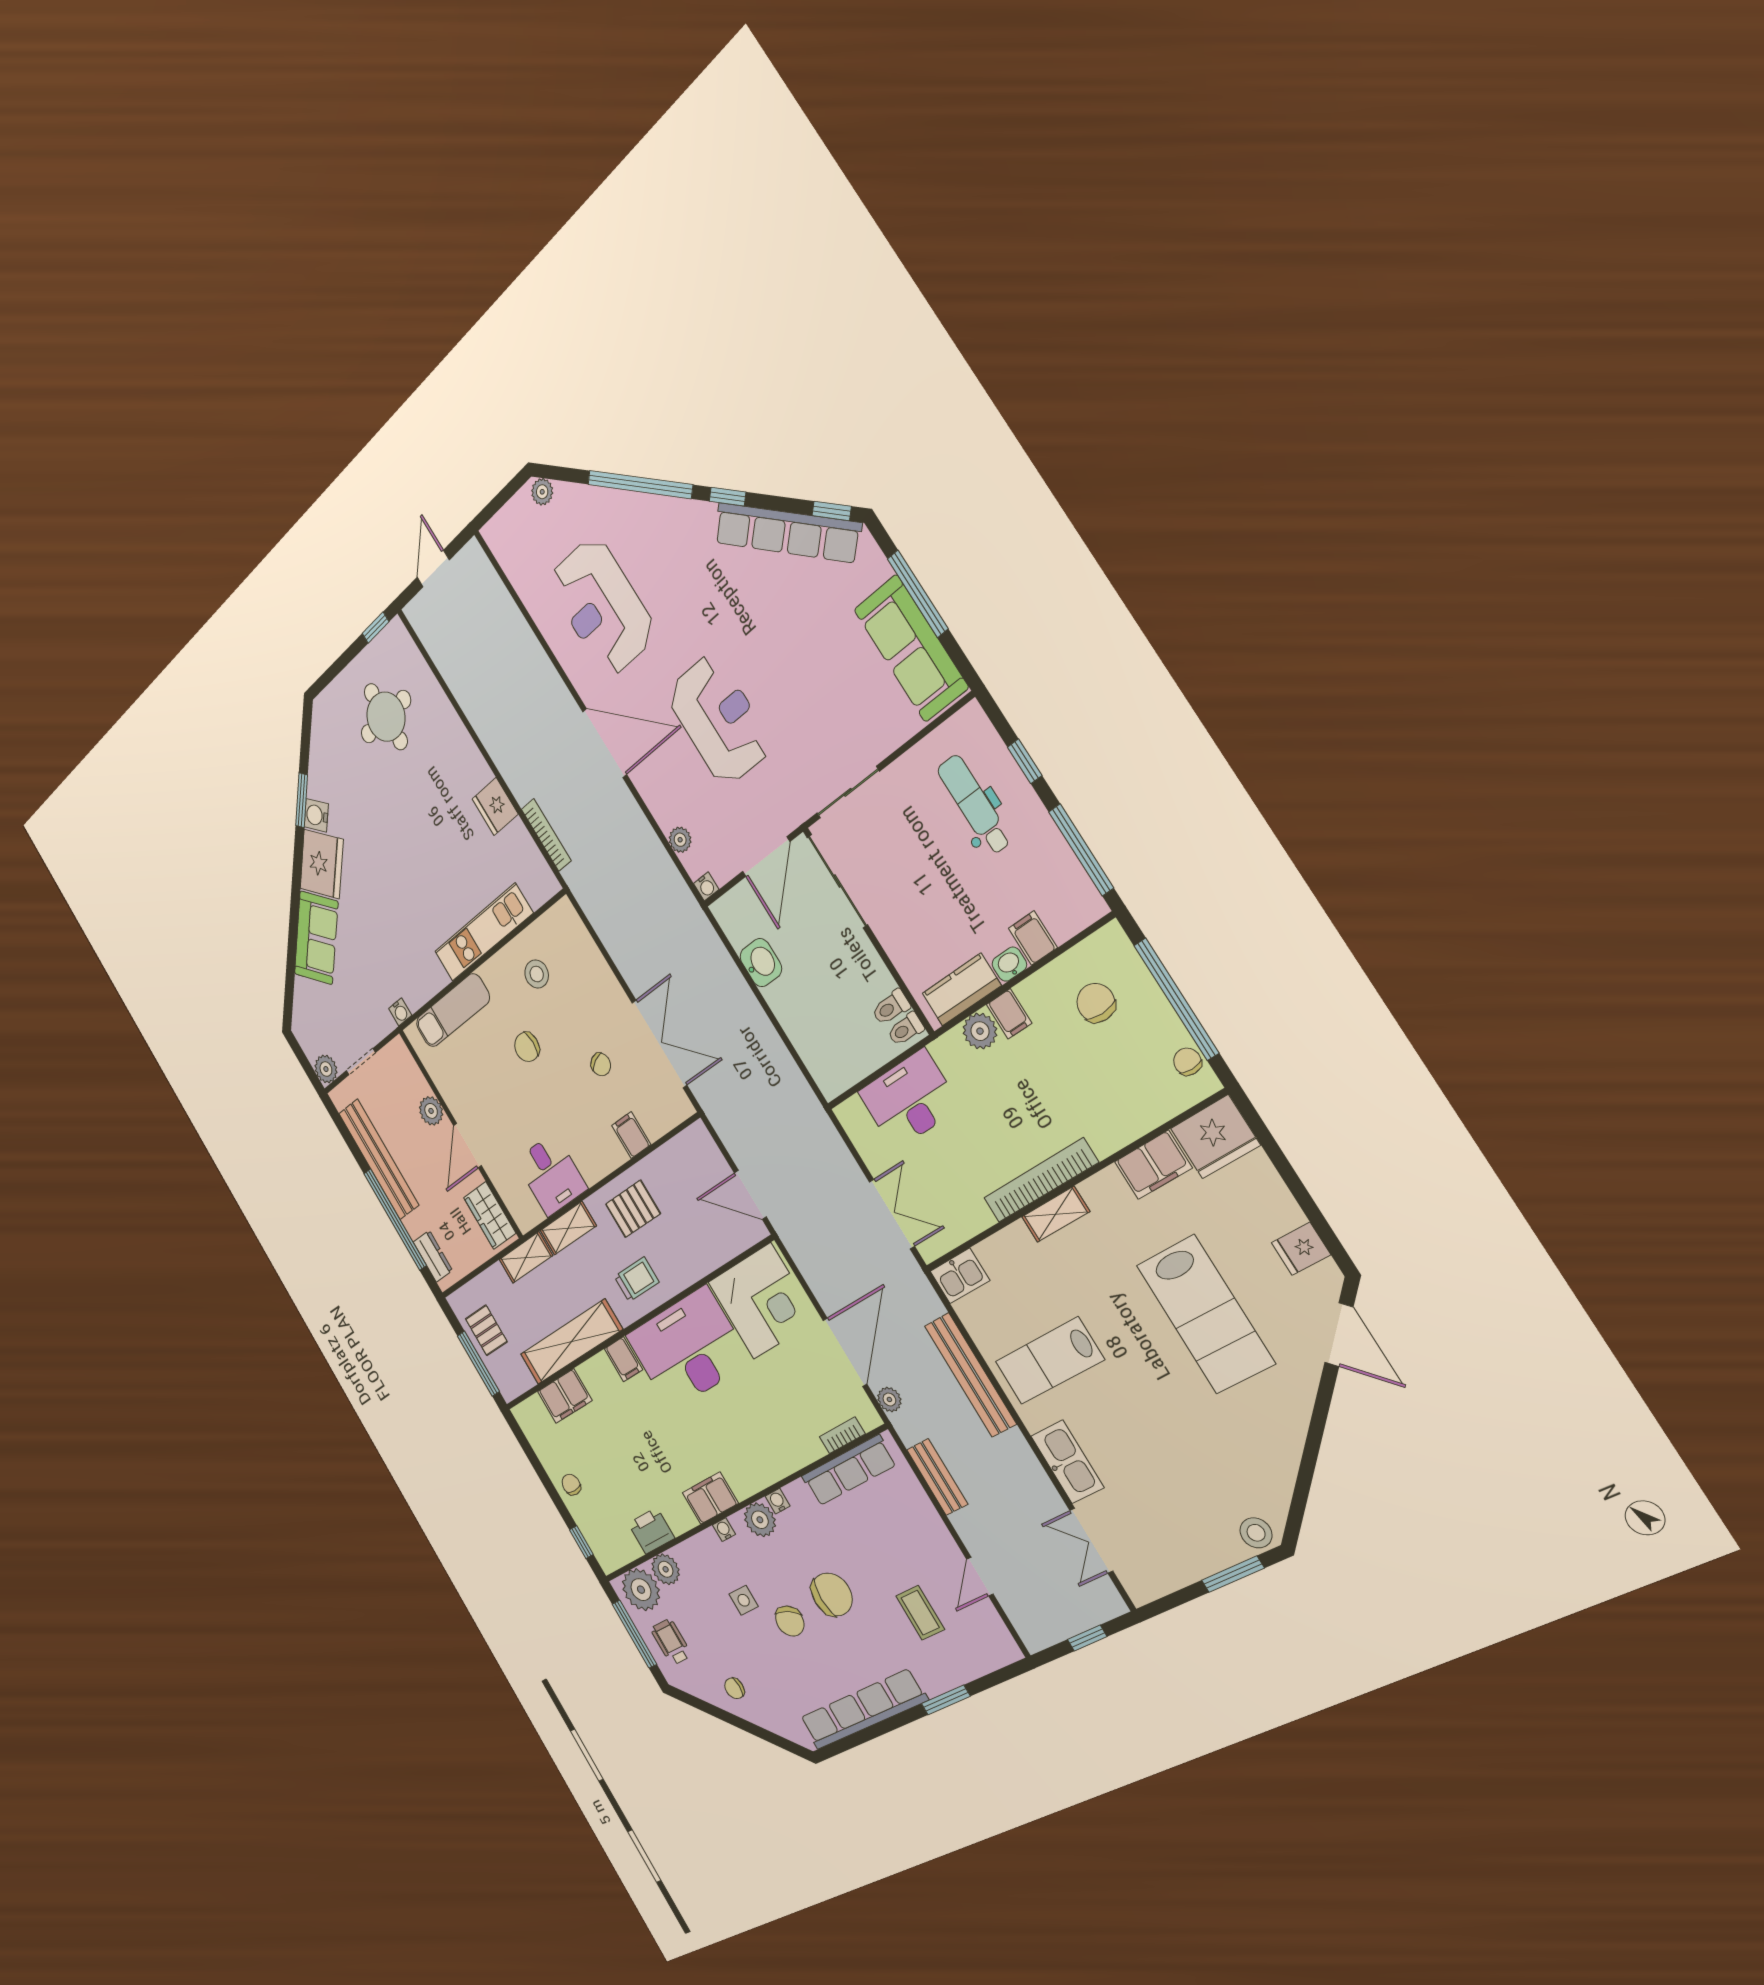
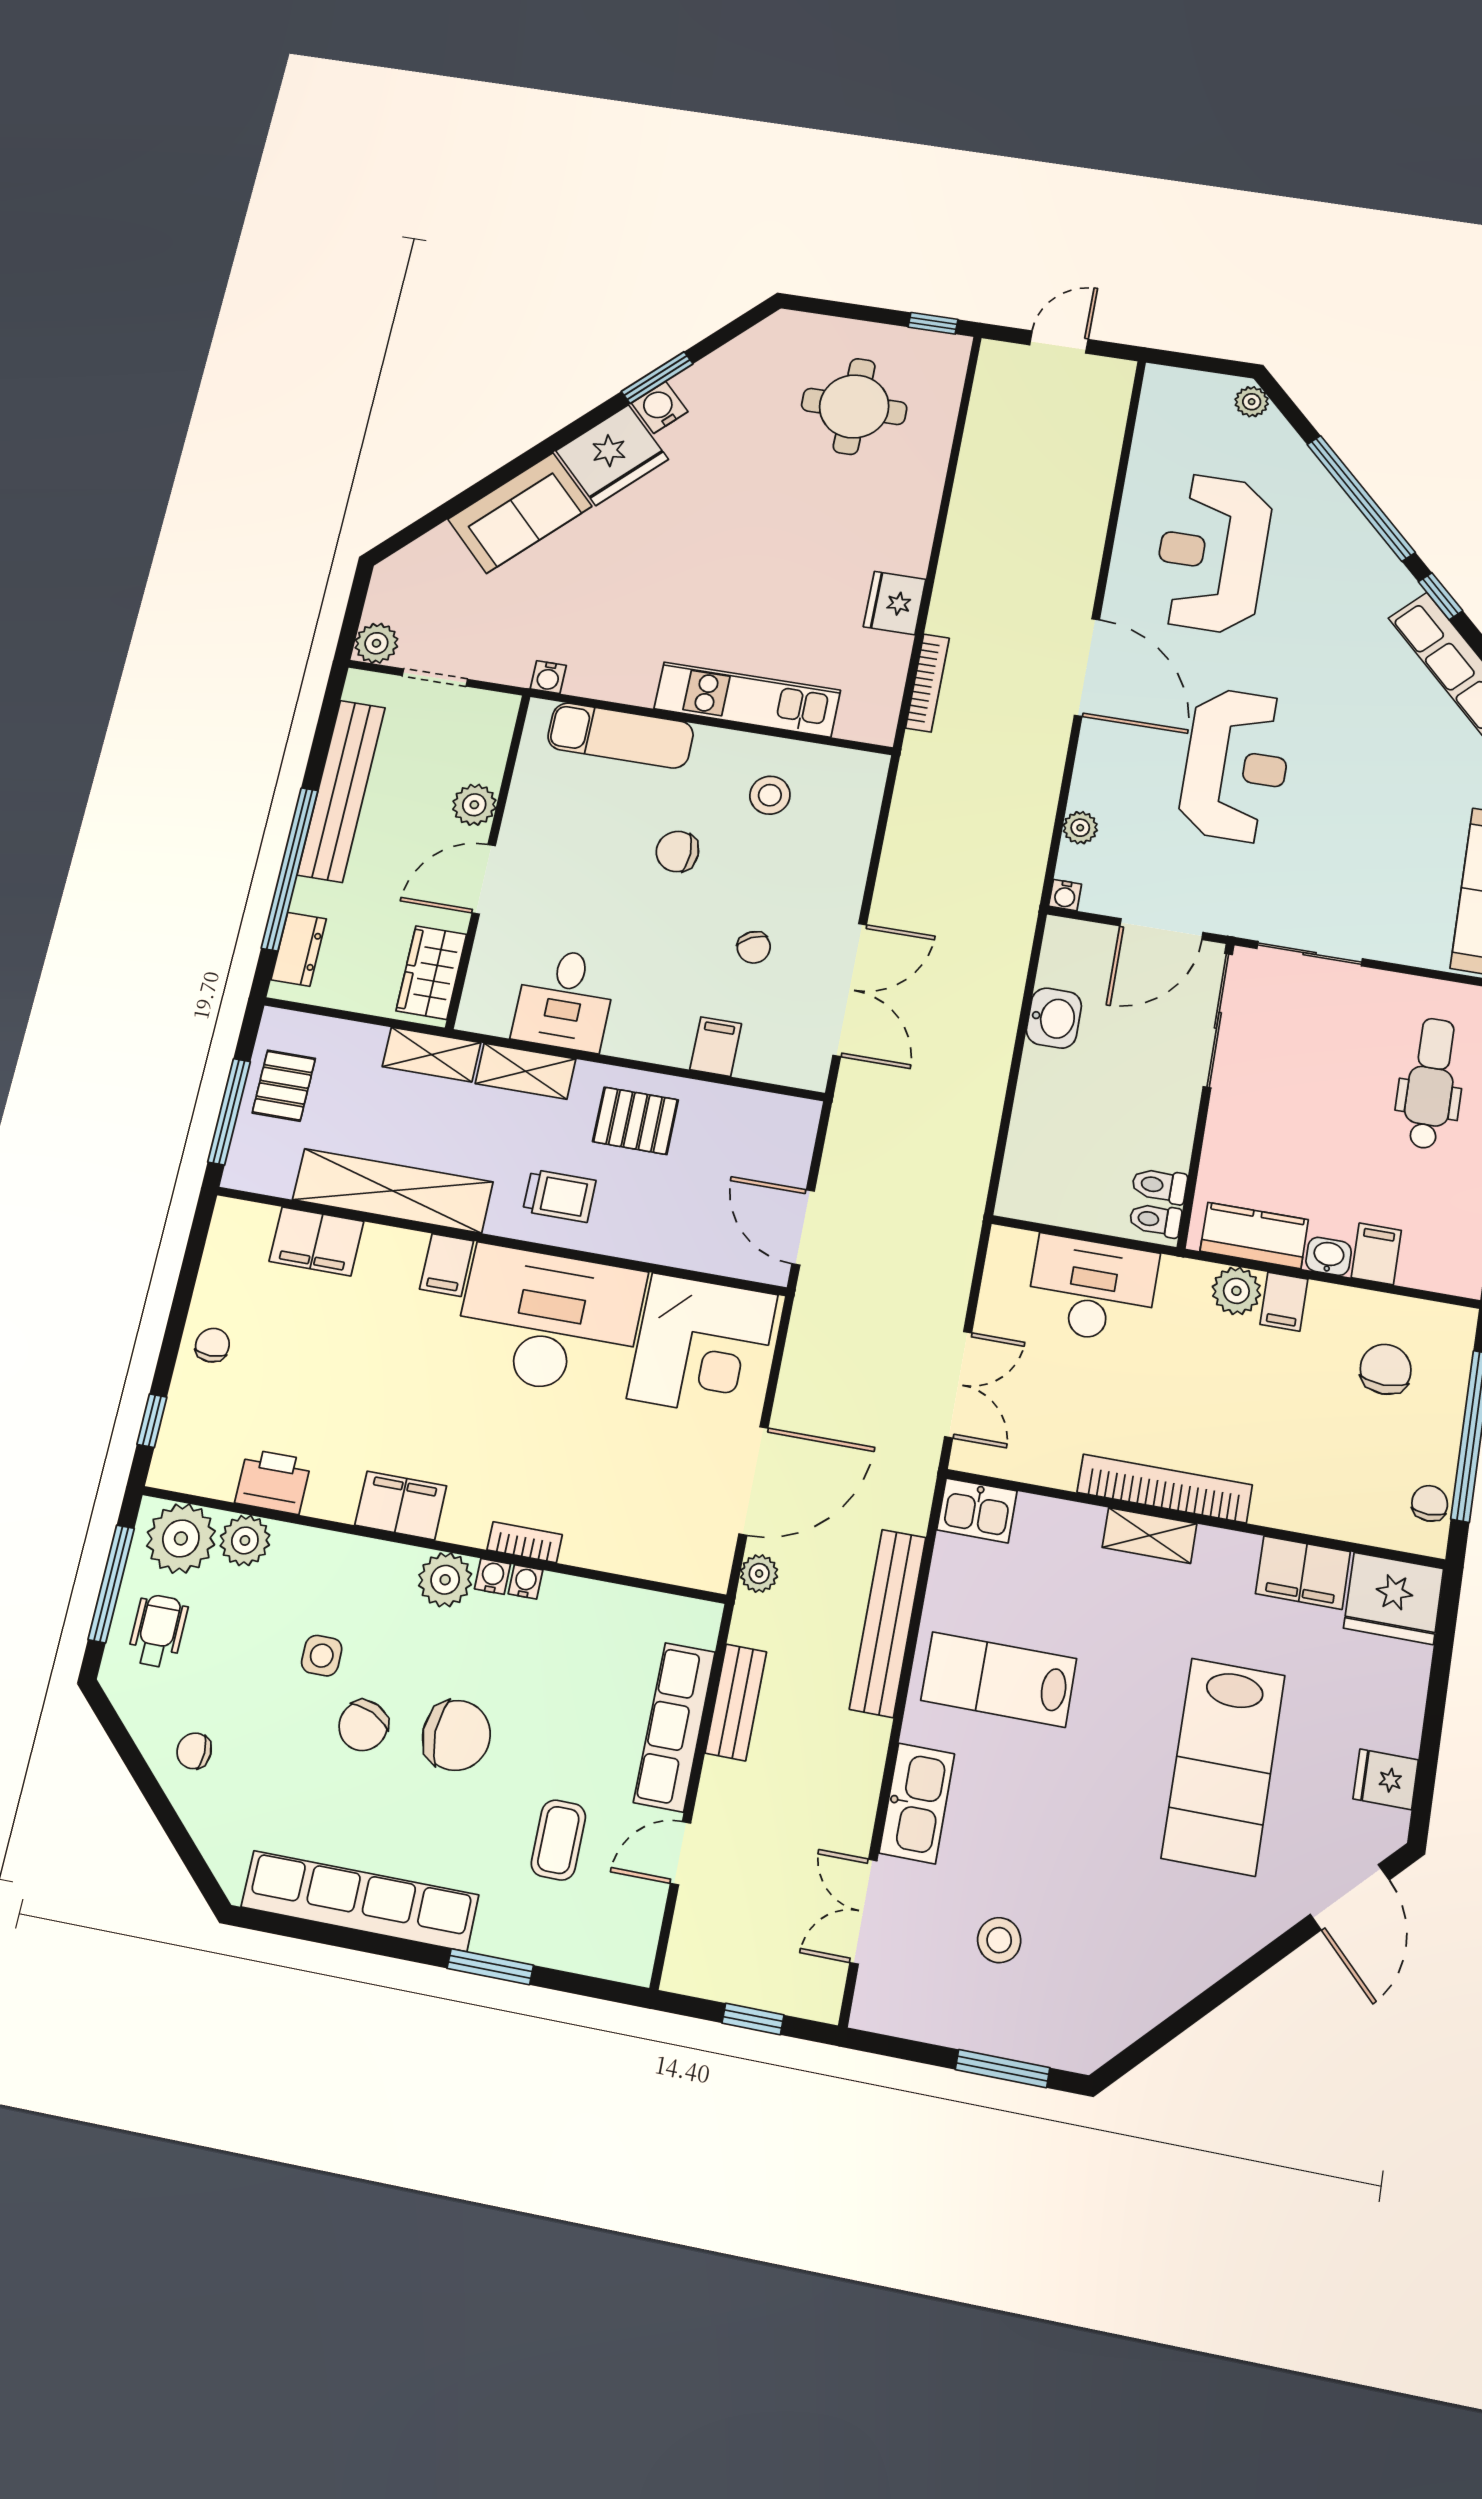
bookcase: (842, 1435) -> (525, 1542), moved
row of seats: (849, 1470) -> (674, 1727), moved, turned 90
water cooler: (724, 1530) -> (525, 1582), moved
stool: (1256, 1533) -> (999, 1940), moved

